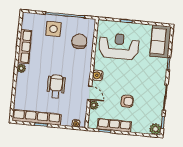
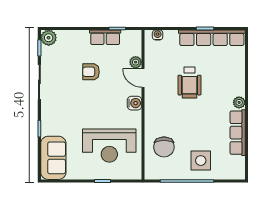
row of seats: (114, 125) -> (105, 37), width x0.68

